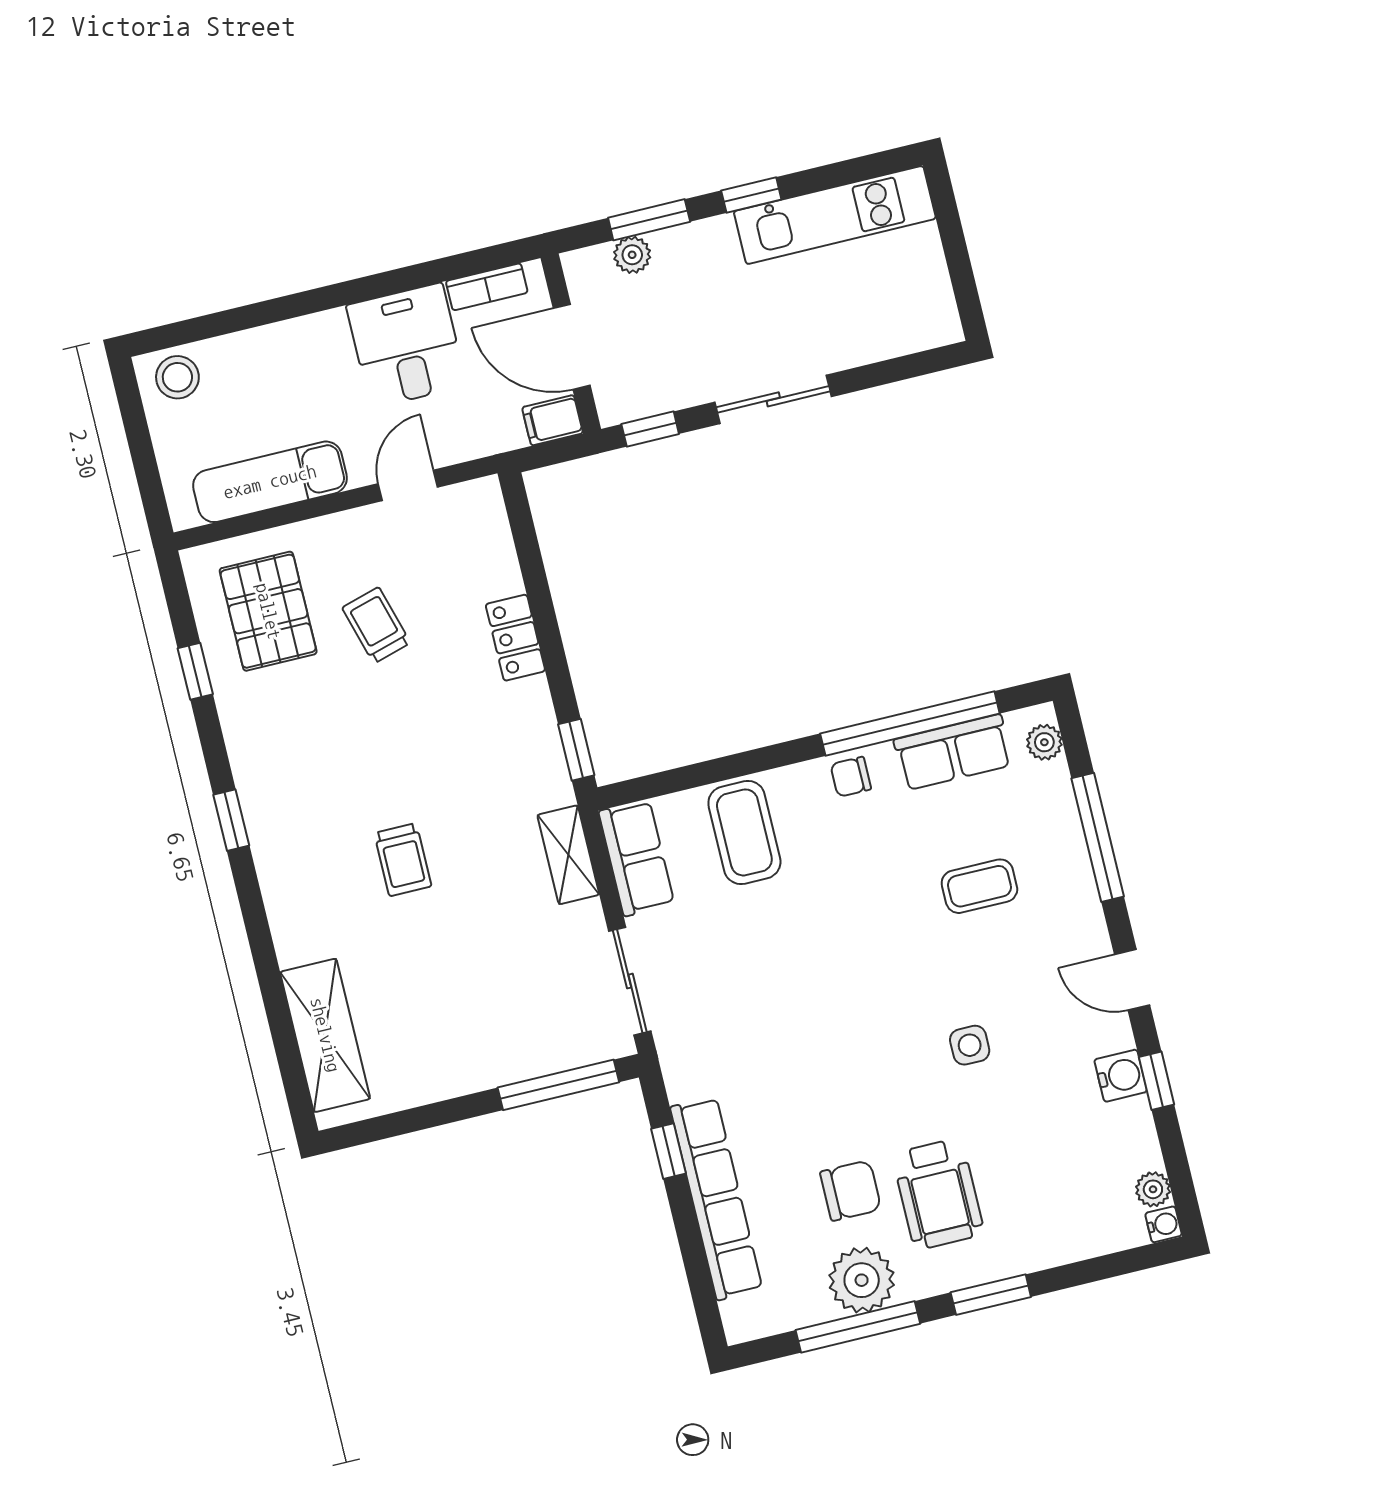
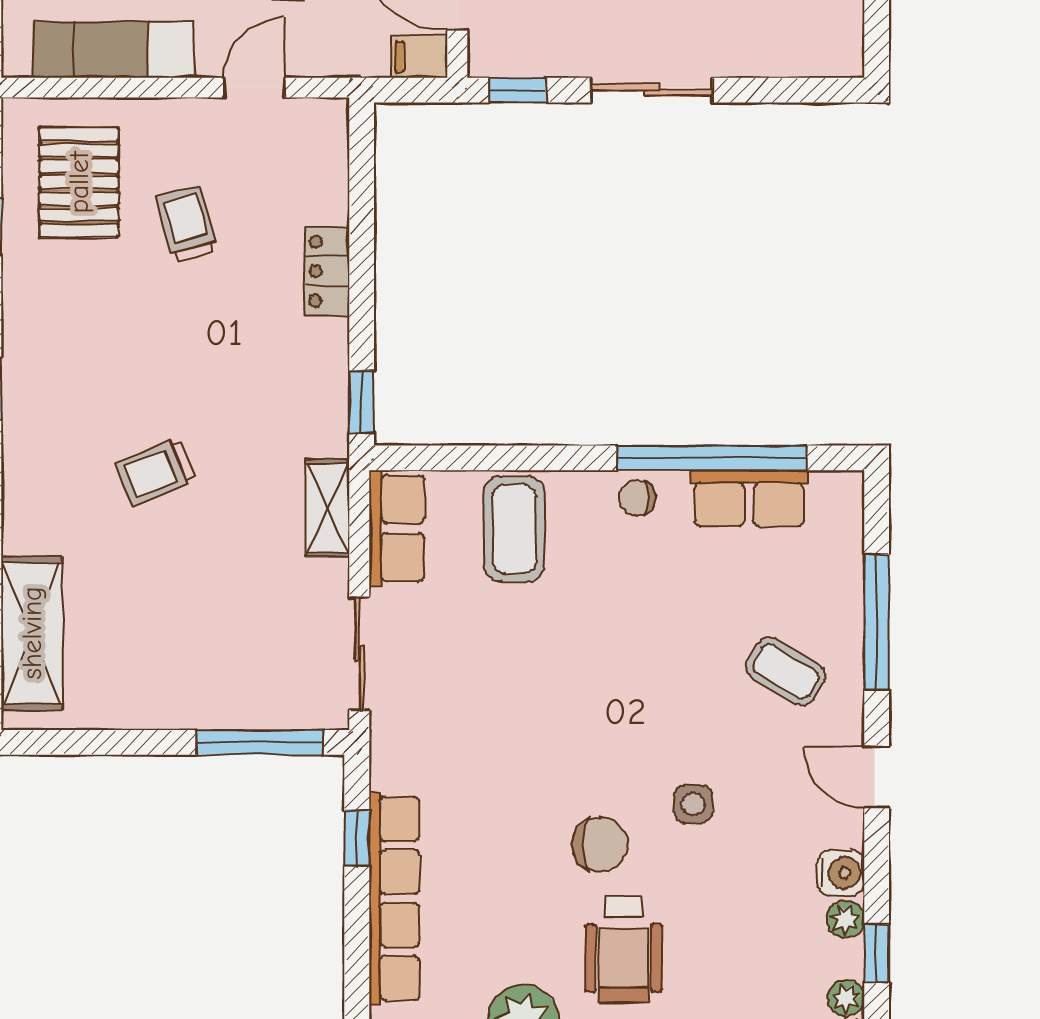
plant: (1044, 742) -> (845, 919), moved
trolley: (403, 860) -> (156, 472), turned 68
coffee table: (979, 886) -> (786, 672), moved, turned 31
window: (1157, 1081) -> (877, 953), moved
chair: (851, 1191) -> (600, 844), moved

